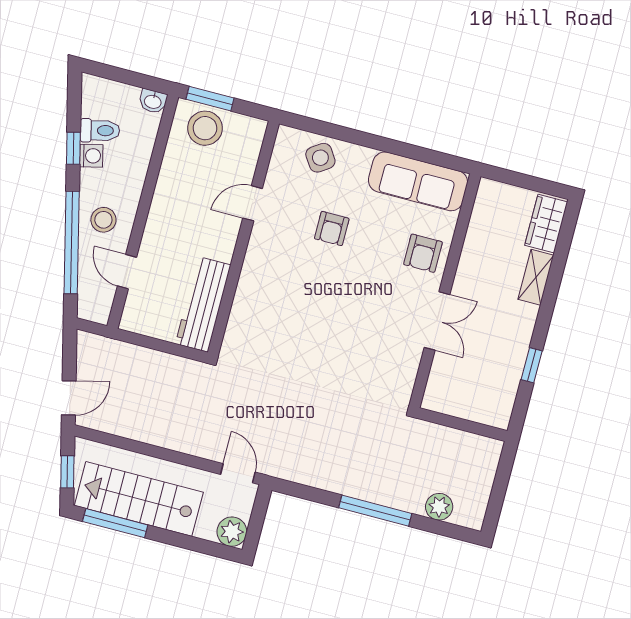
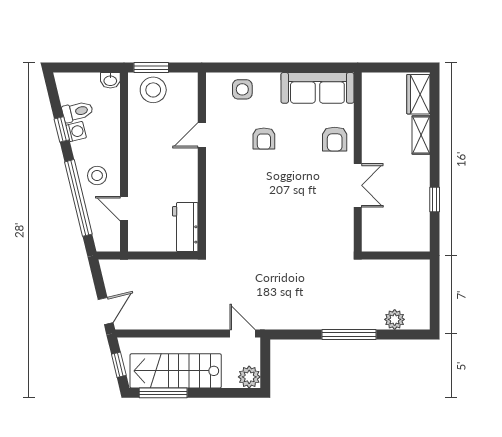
side table: (320, 158) -> (242, 89), turned 34
workbench: (203, 304) -> (185, 227), width x0.73

